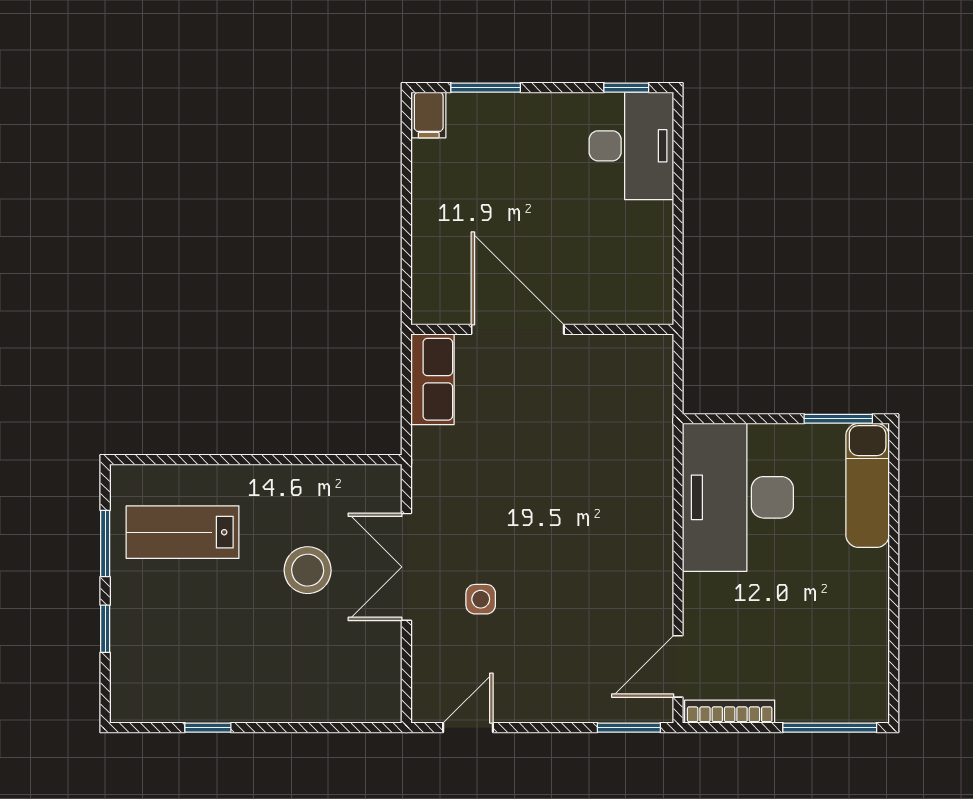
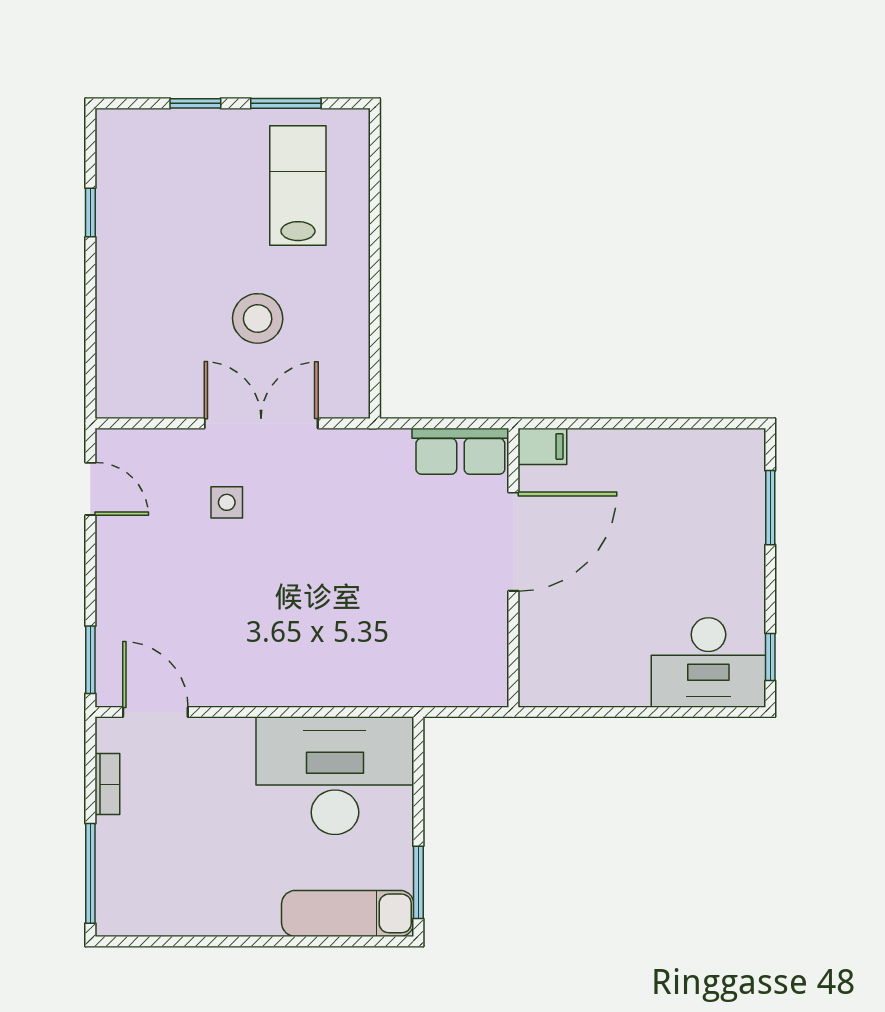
filing cabinet: (429, 115) -> (542, 446), moved, turned 180
bookcase: (730, 712) -> (107, 784), width x0.64

